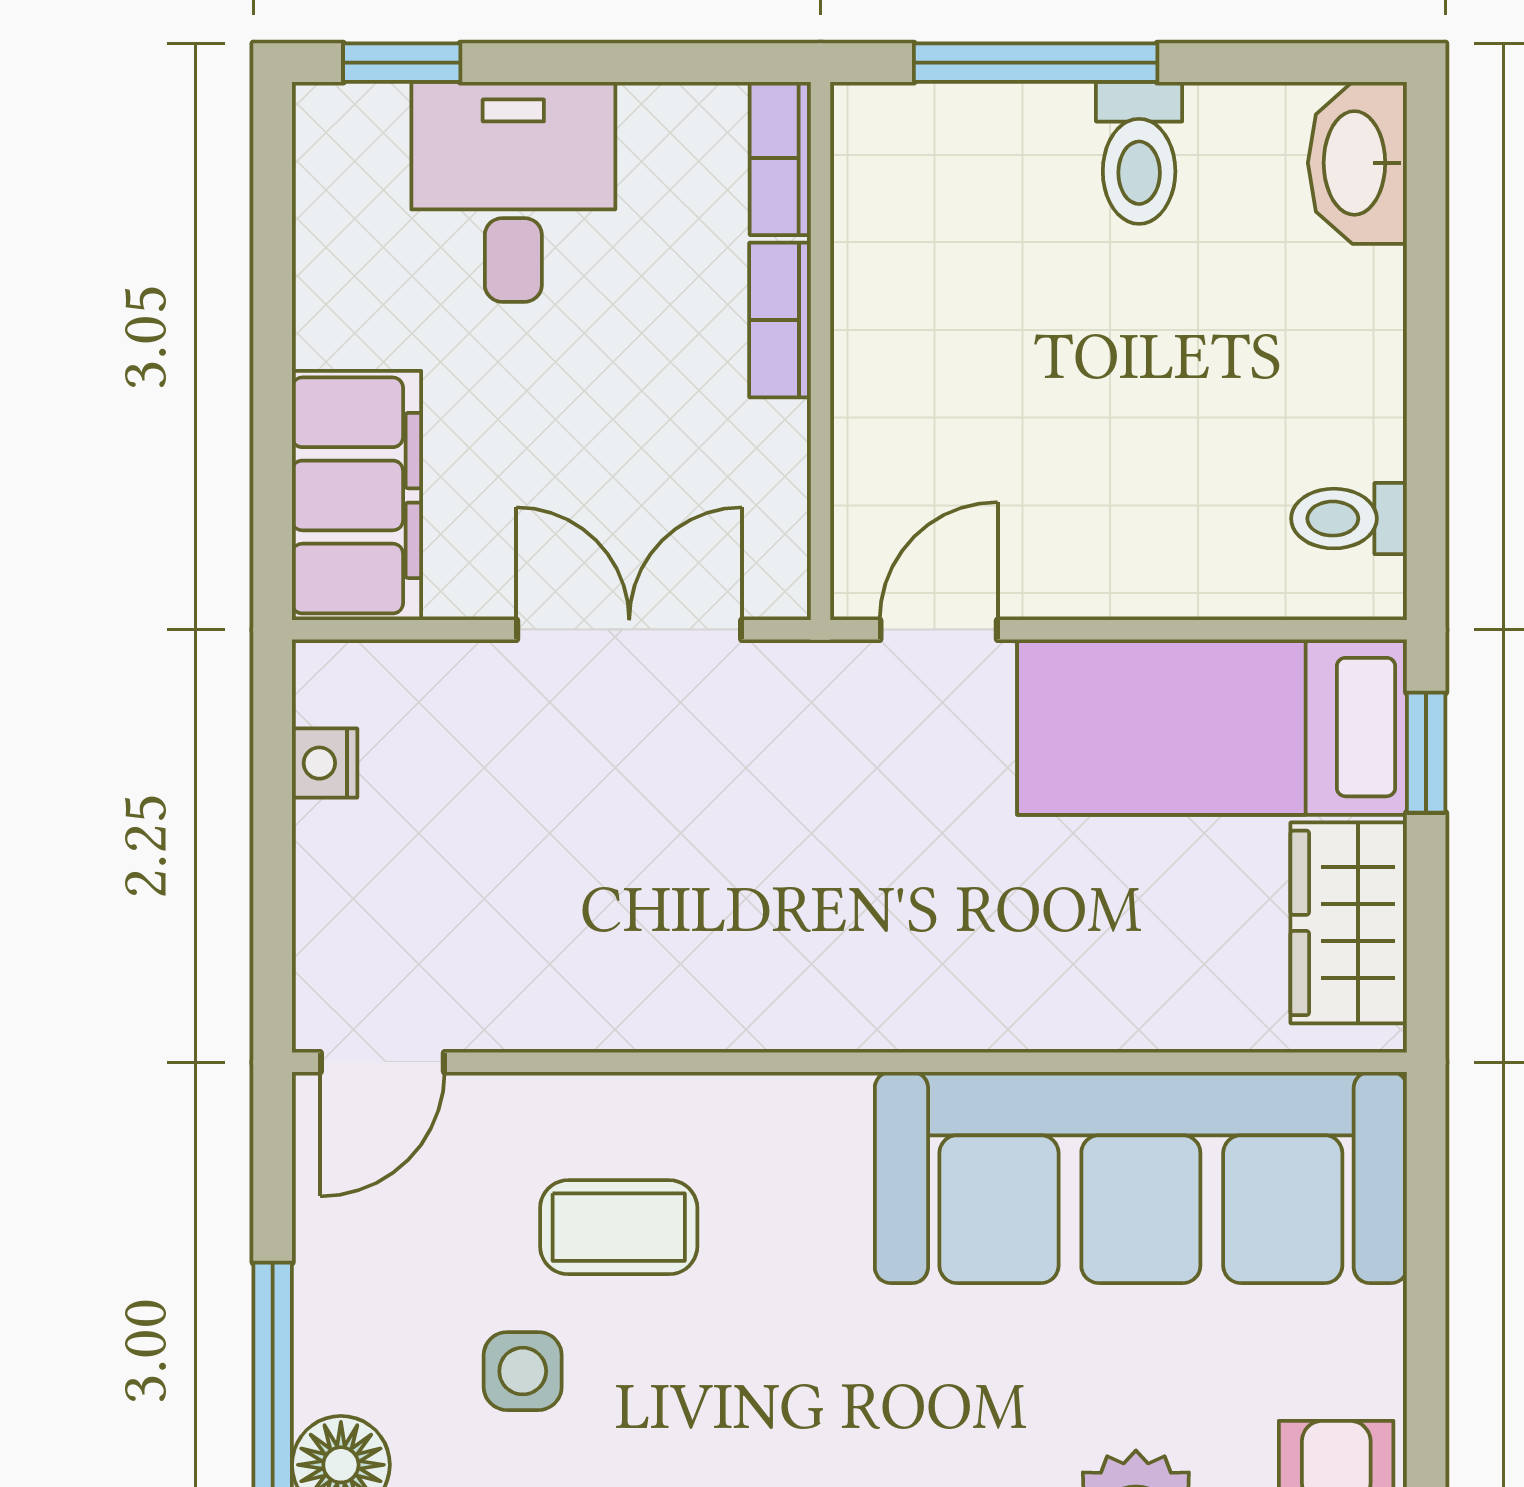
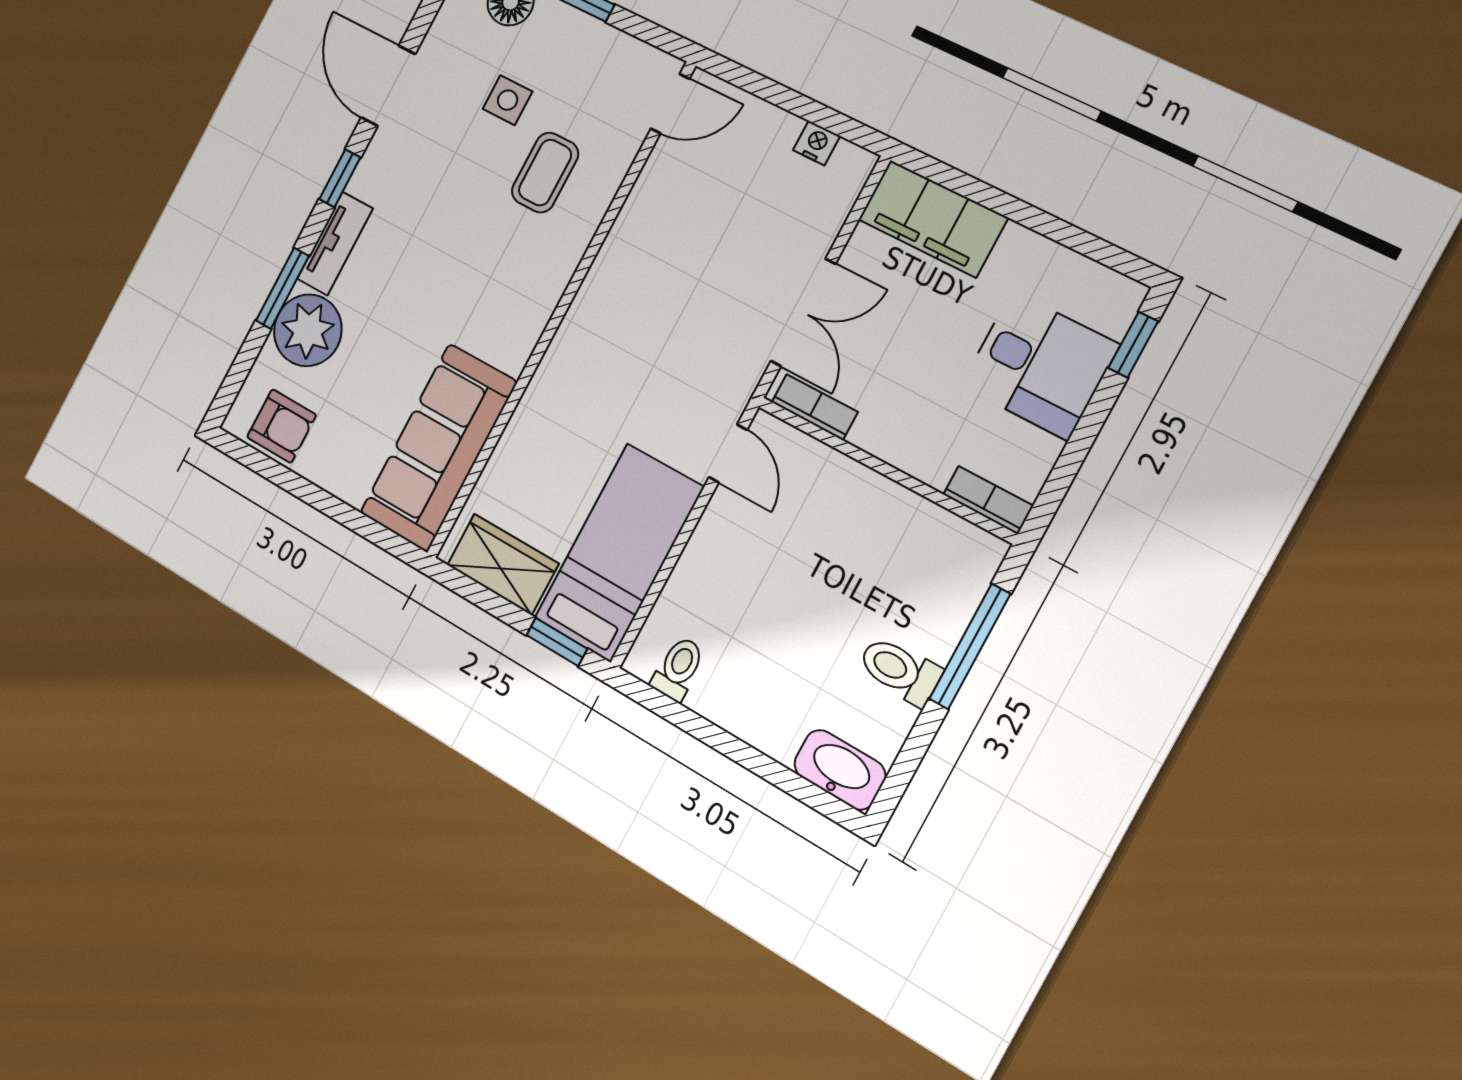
bookcase: (780, 320) -> (815, 407), moved
door: (382, 1062) -> (670, 104), swing flipped
sofa: (1141, 1178) -> (438, 448), width x0.74, depth x0.79

